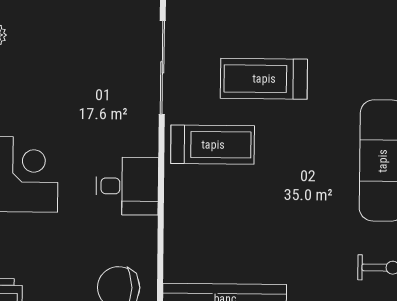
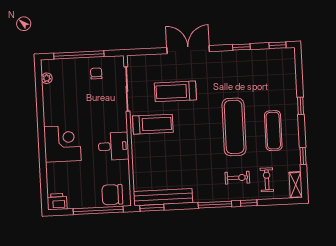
chair: (100, 31) -> (96, 73), added

